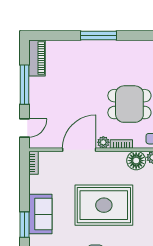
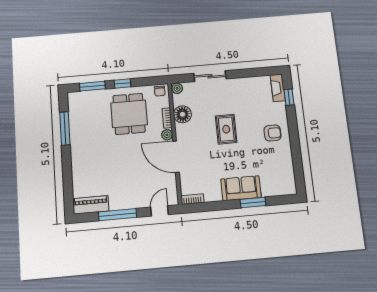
window: (99, 36) -> (65, 128), moved
door: (24, 128) -> (160, 211), hinge flipped
floor lamp: (136, 161) -> (182, 114), moved
rug: (104, 205) -> (226, 129), width x0.54, depth x0.49

